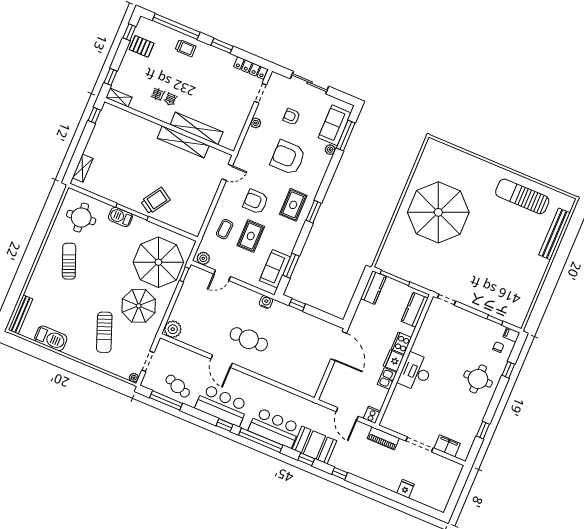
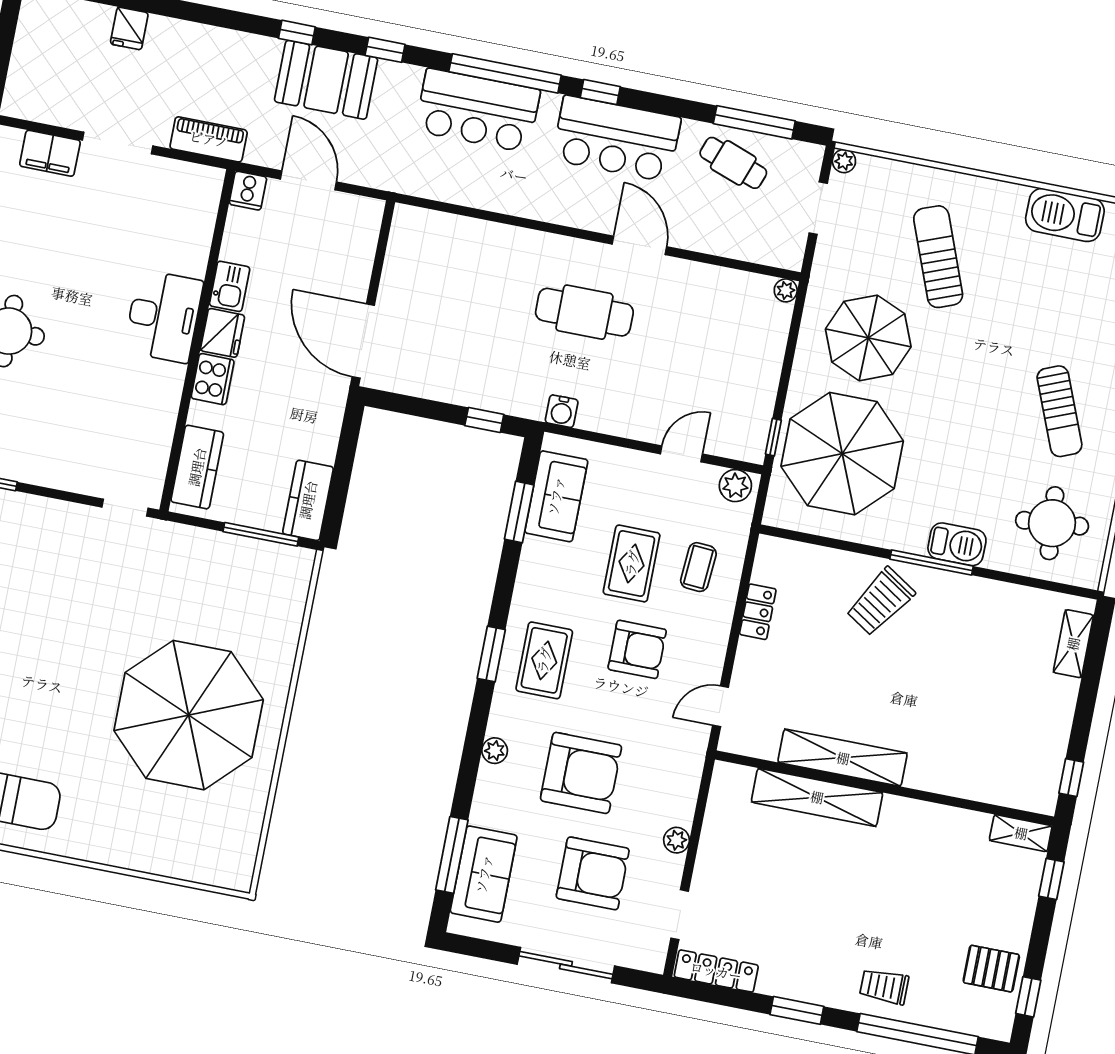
armchair: (291, 117) -> (593, 873), width x1.88, depth x1.88
plant: (330, 150) -> (495, 751), moved
locker: (205, 207) -> (758, 612), added
plant: (173, 329) -> (786, 290), width x0.53, depth x0.53
booth: (314, 445) -> (326, 80), moved

